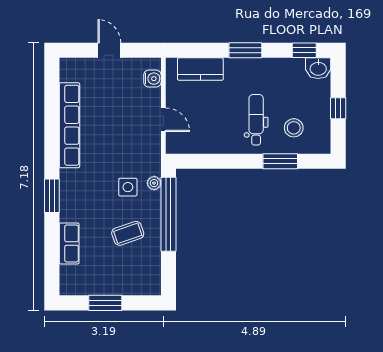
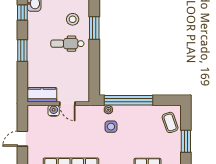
kitchen counter: (200, 69) -> (42, 95), moved, turned -90
water cooler: (152, 79) -> (54, 111), moved
door: (163, 120) -> (67, 104), swing flipped
coffee table: (128, 233) -> (170, 122), moved

